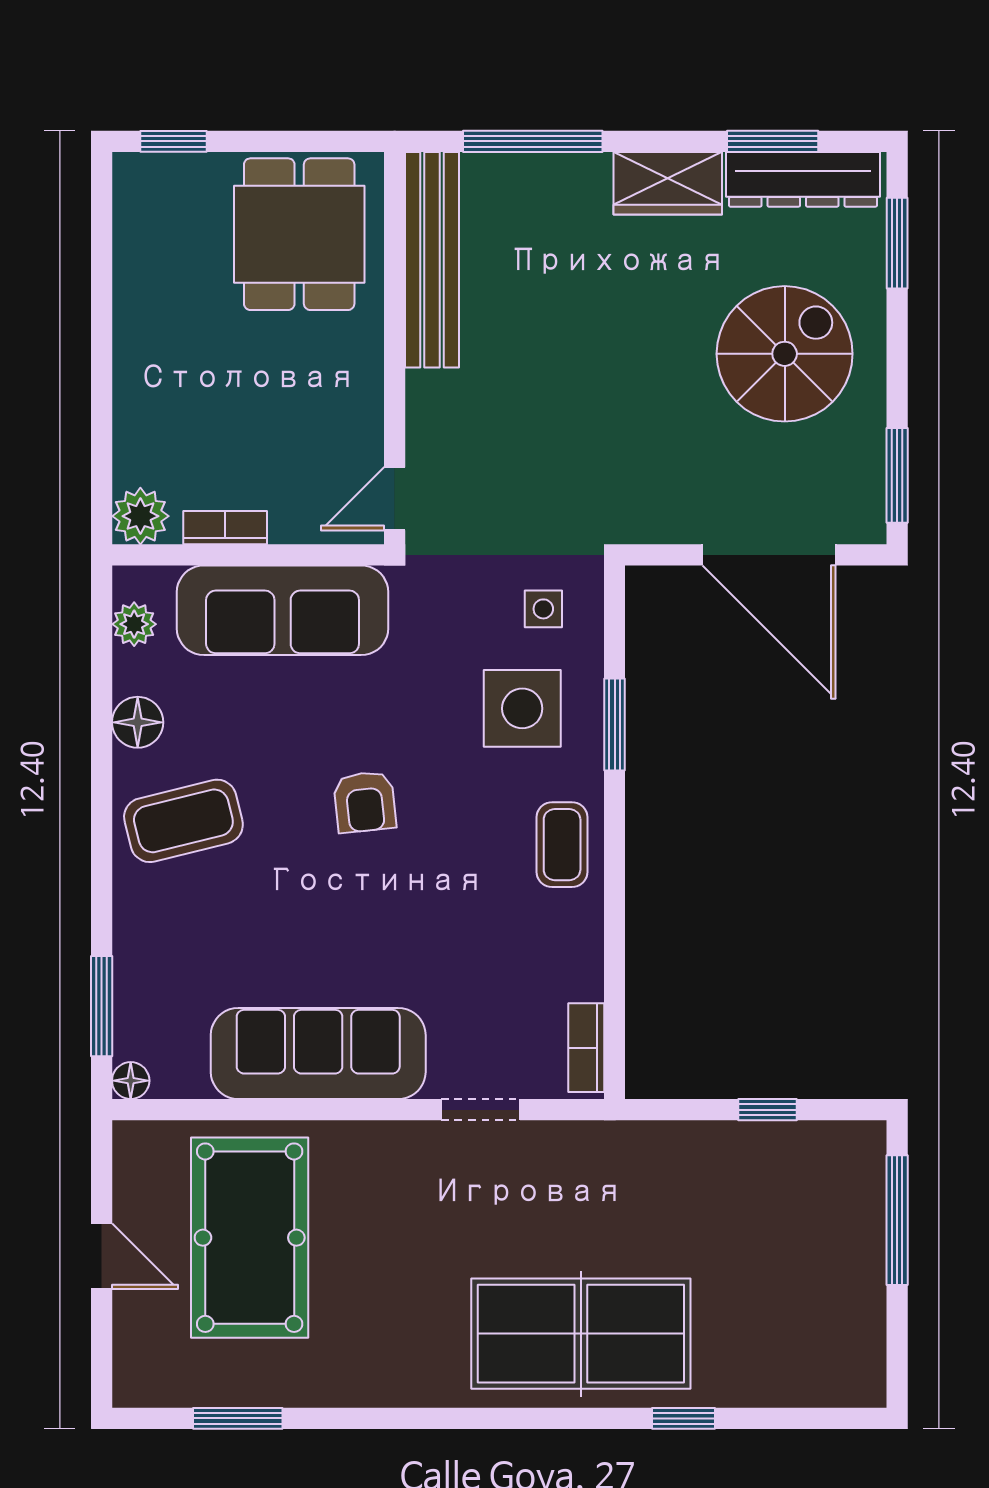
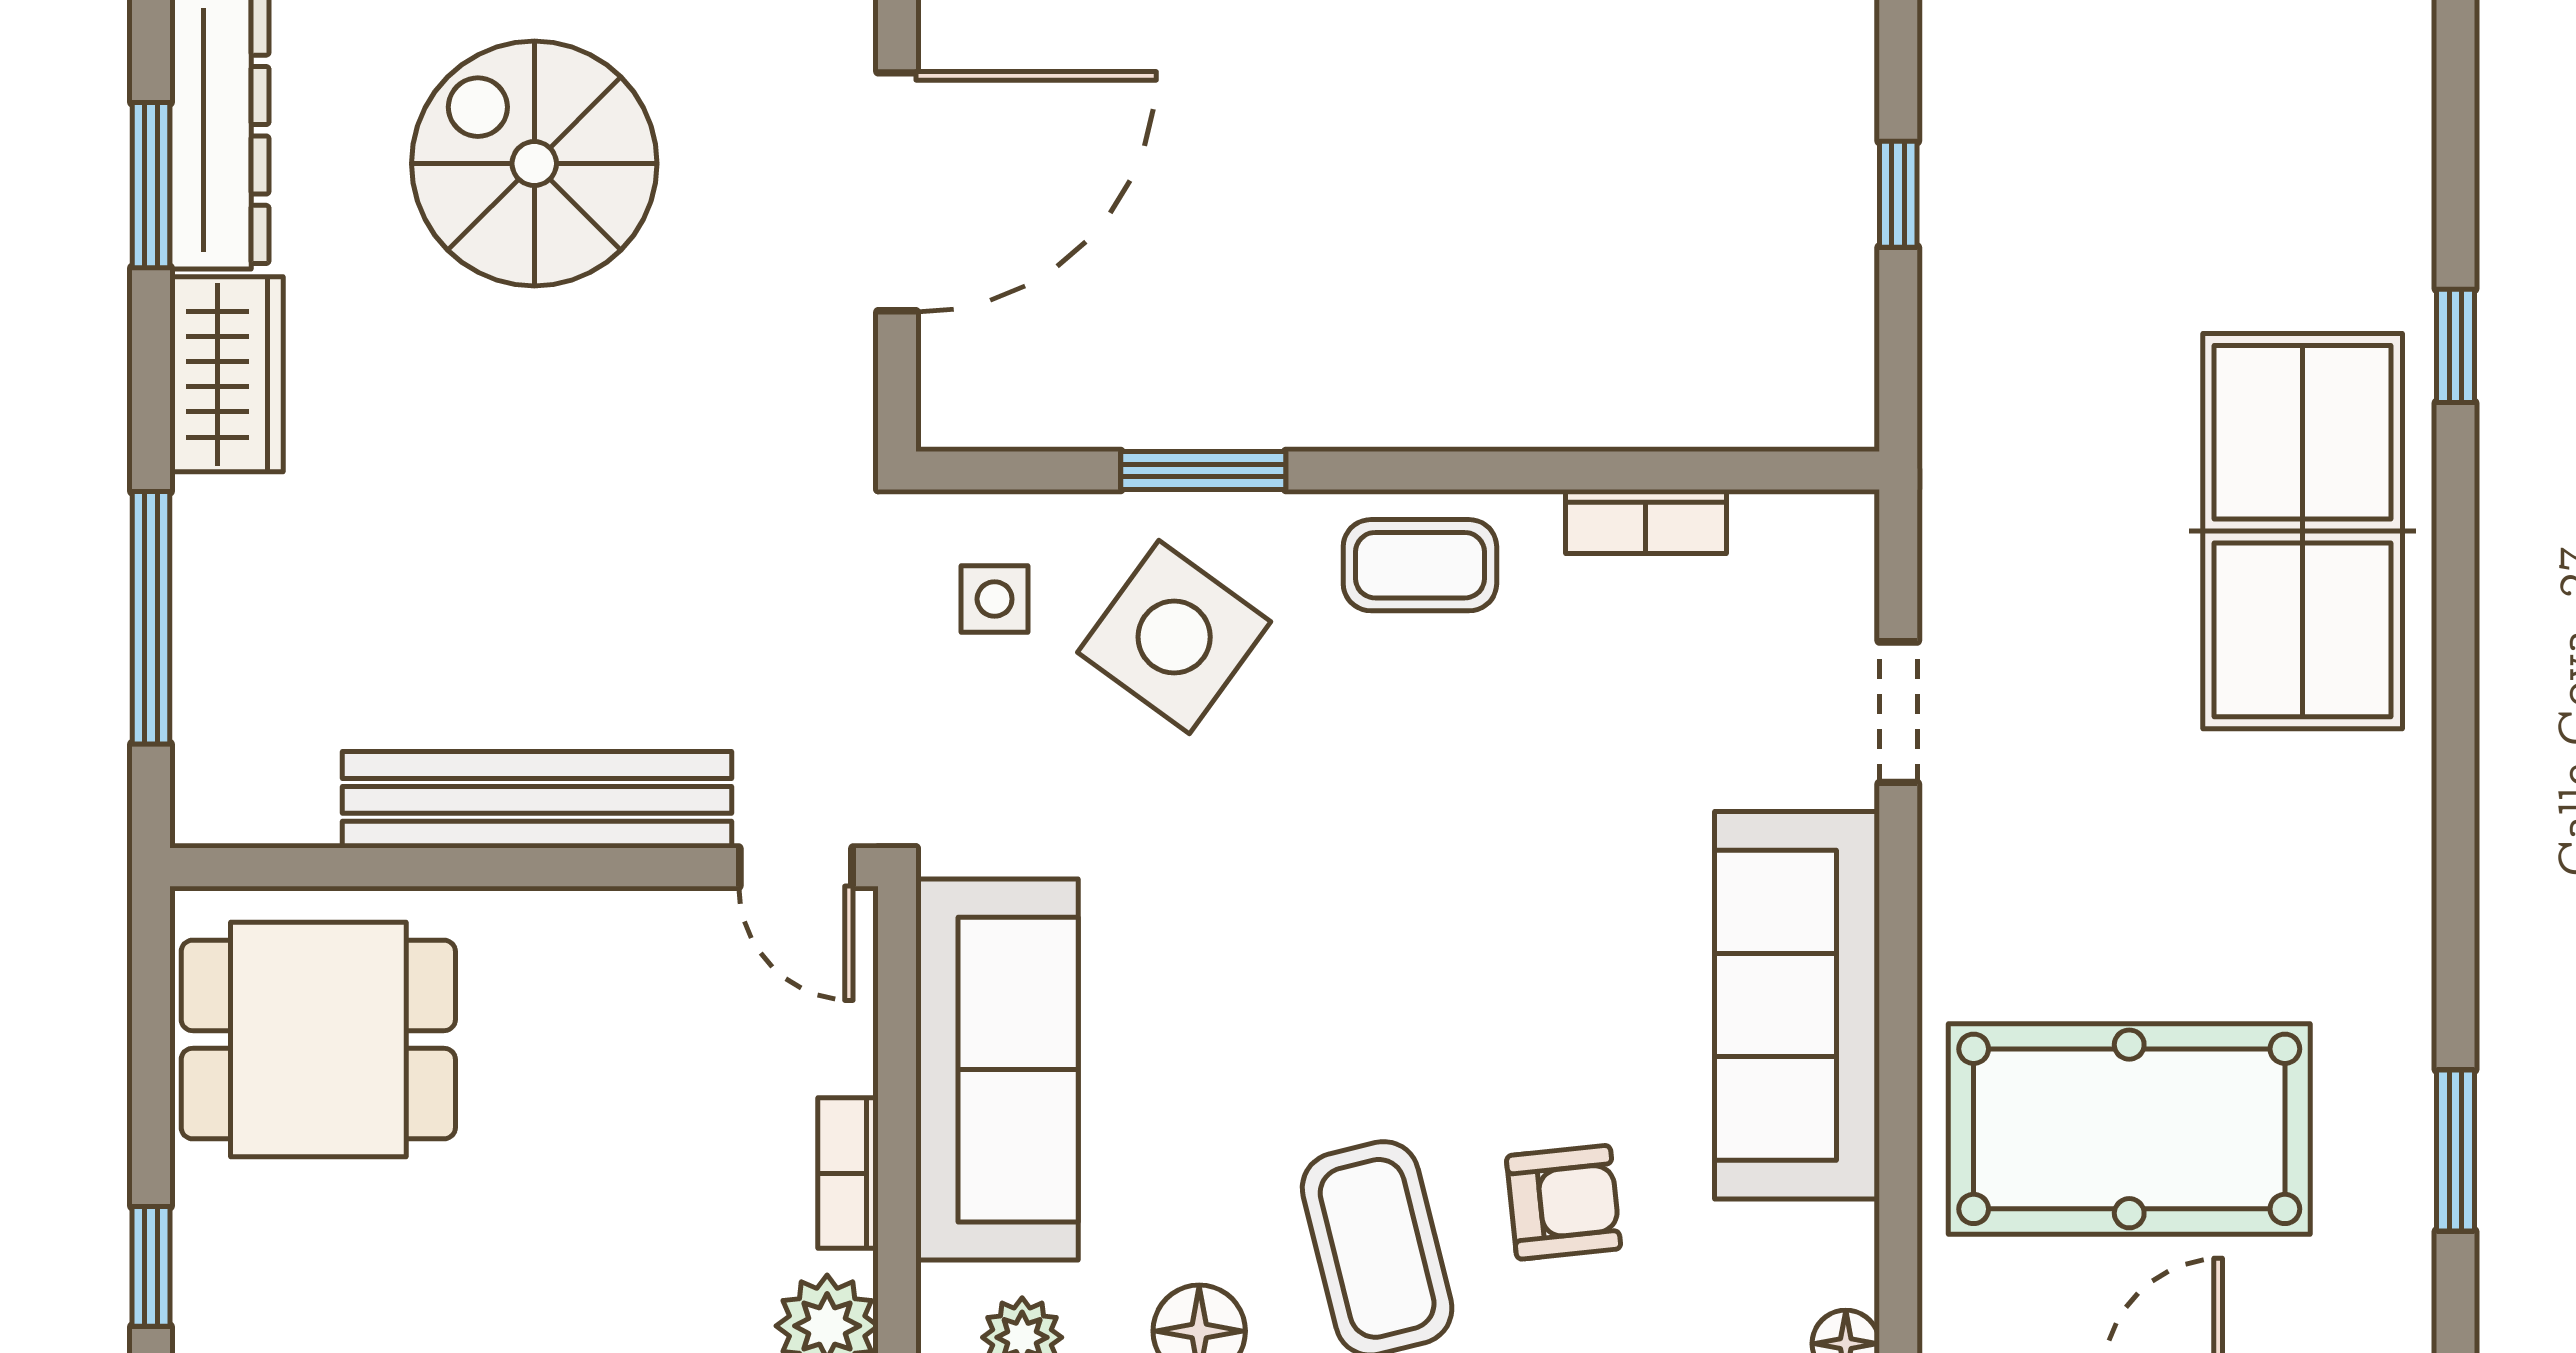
bench: (432, 260) -> (537, 800), moved
side table: (522, 708) -> (1174, 637), turned 36
armchair: (365, 802) -> (1564, 1202), moved
bookcase: (586, 1048) -> (1646, 522), moved

